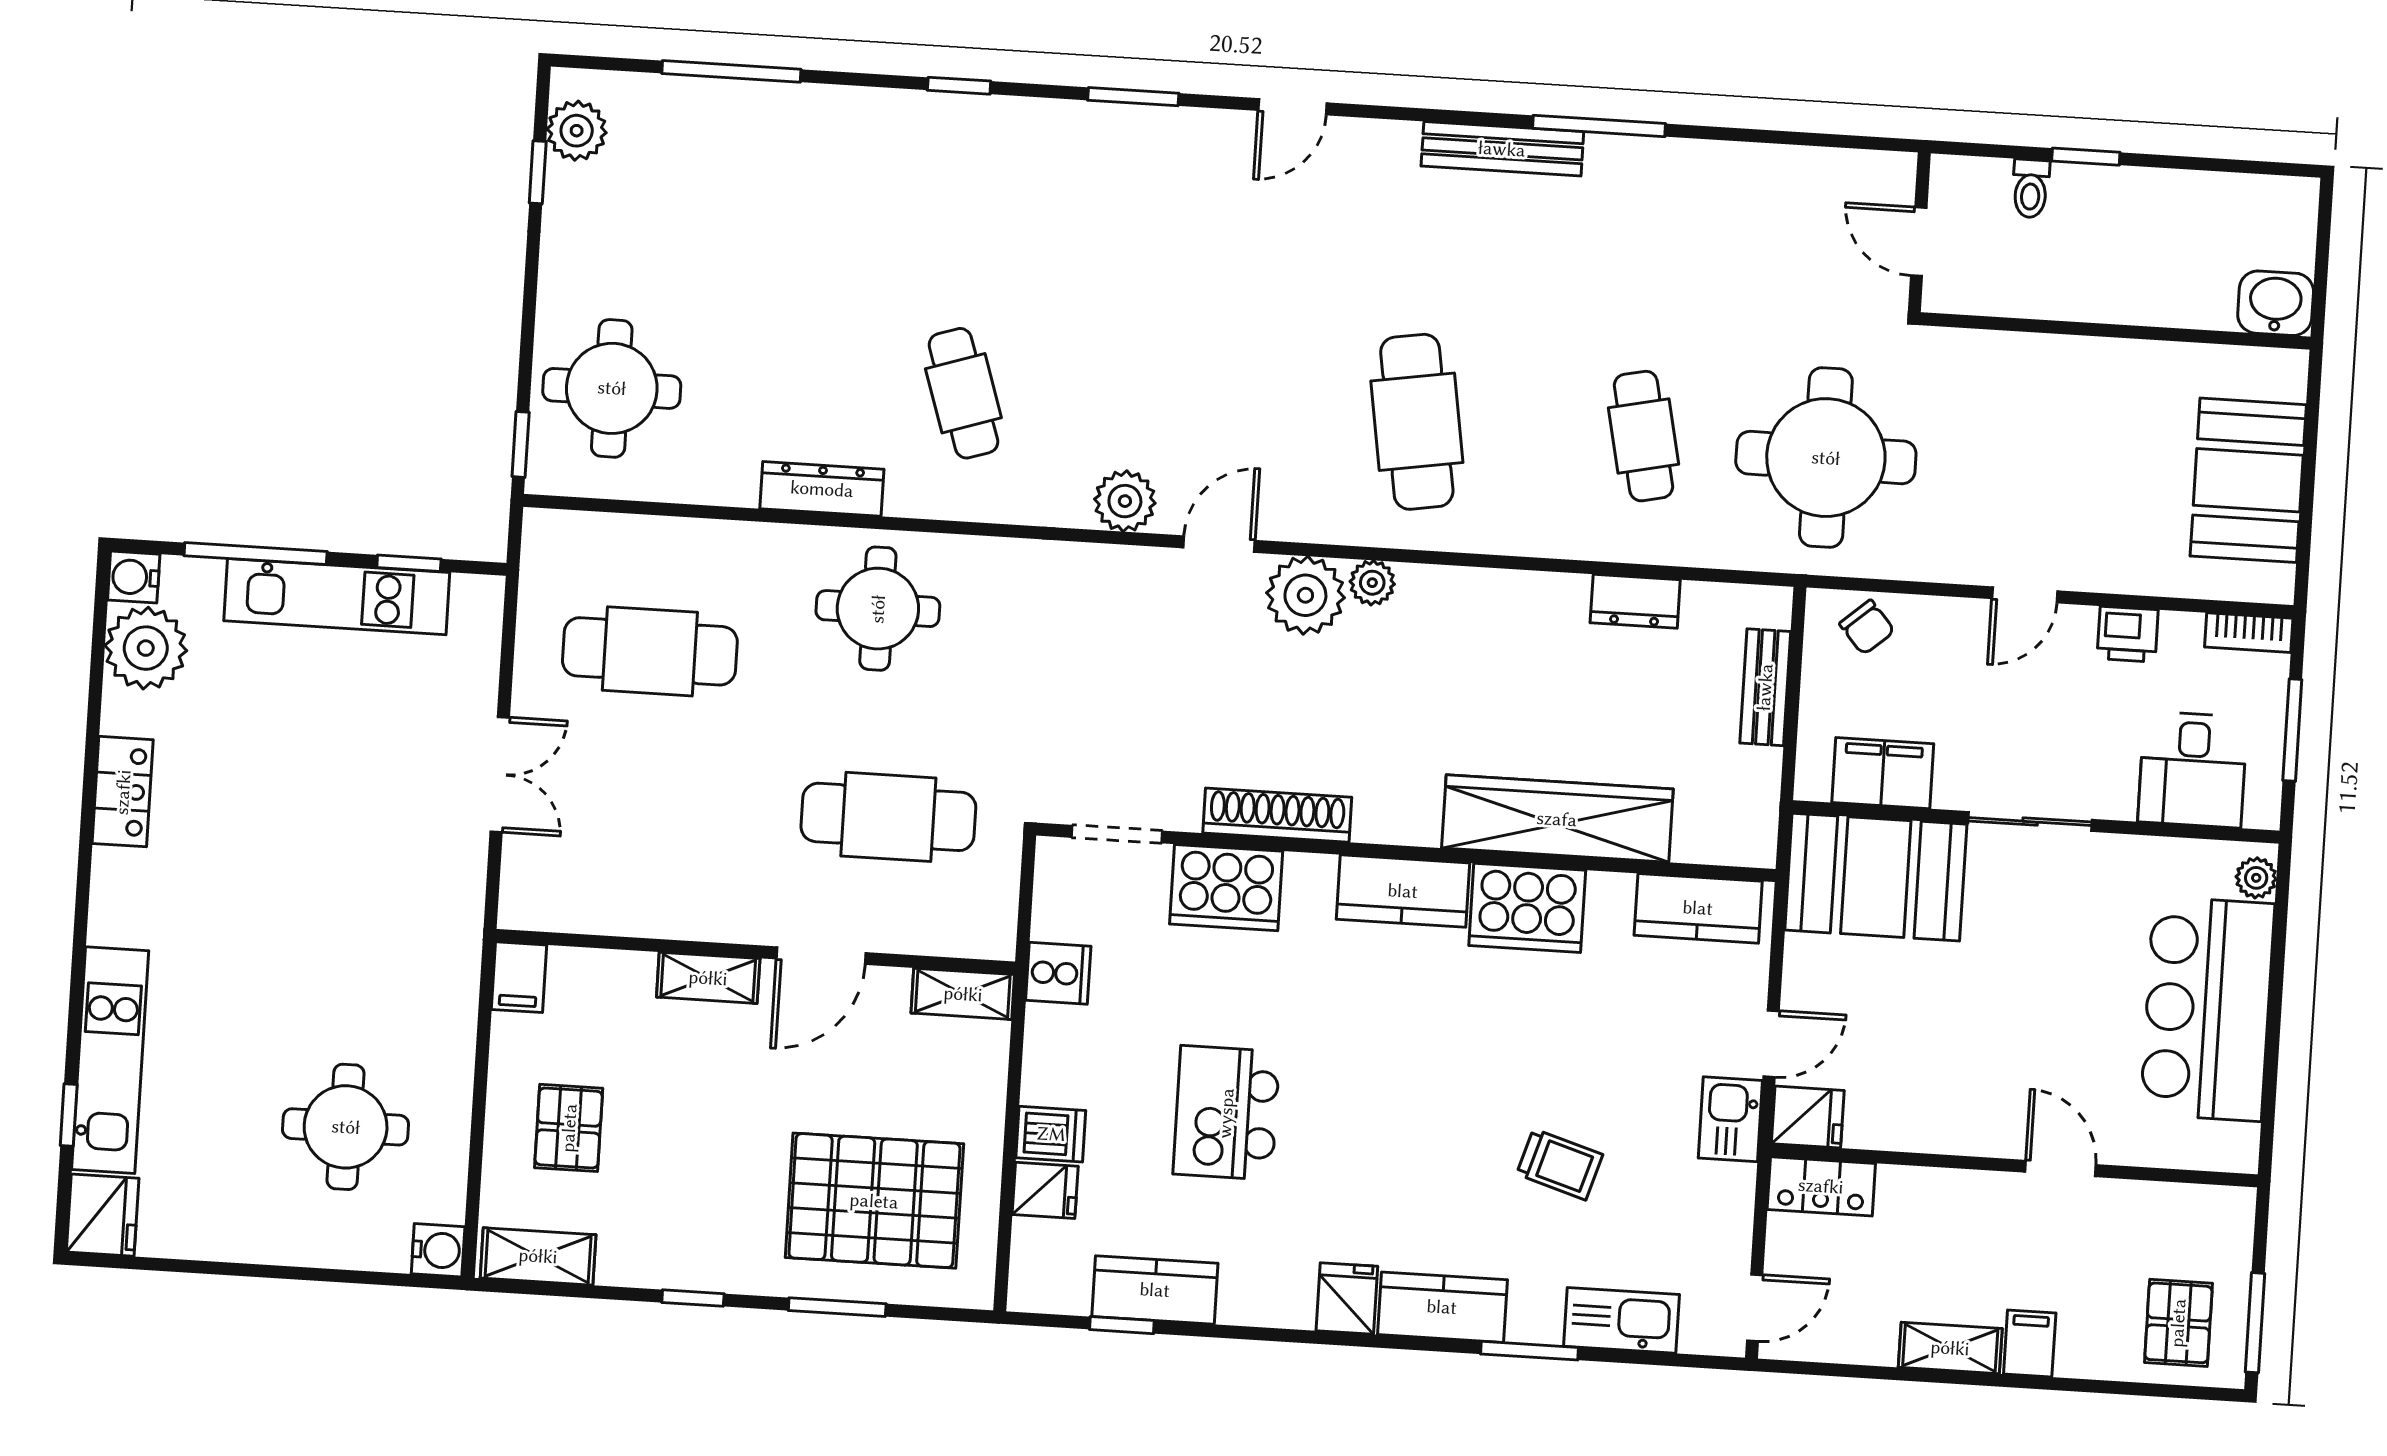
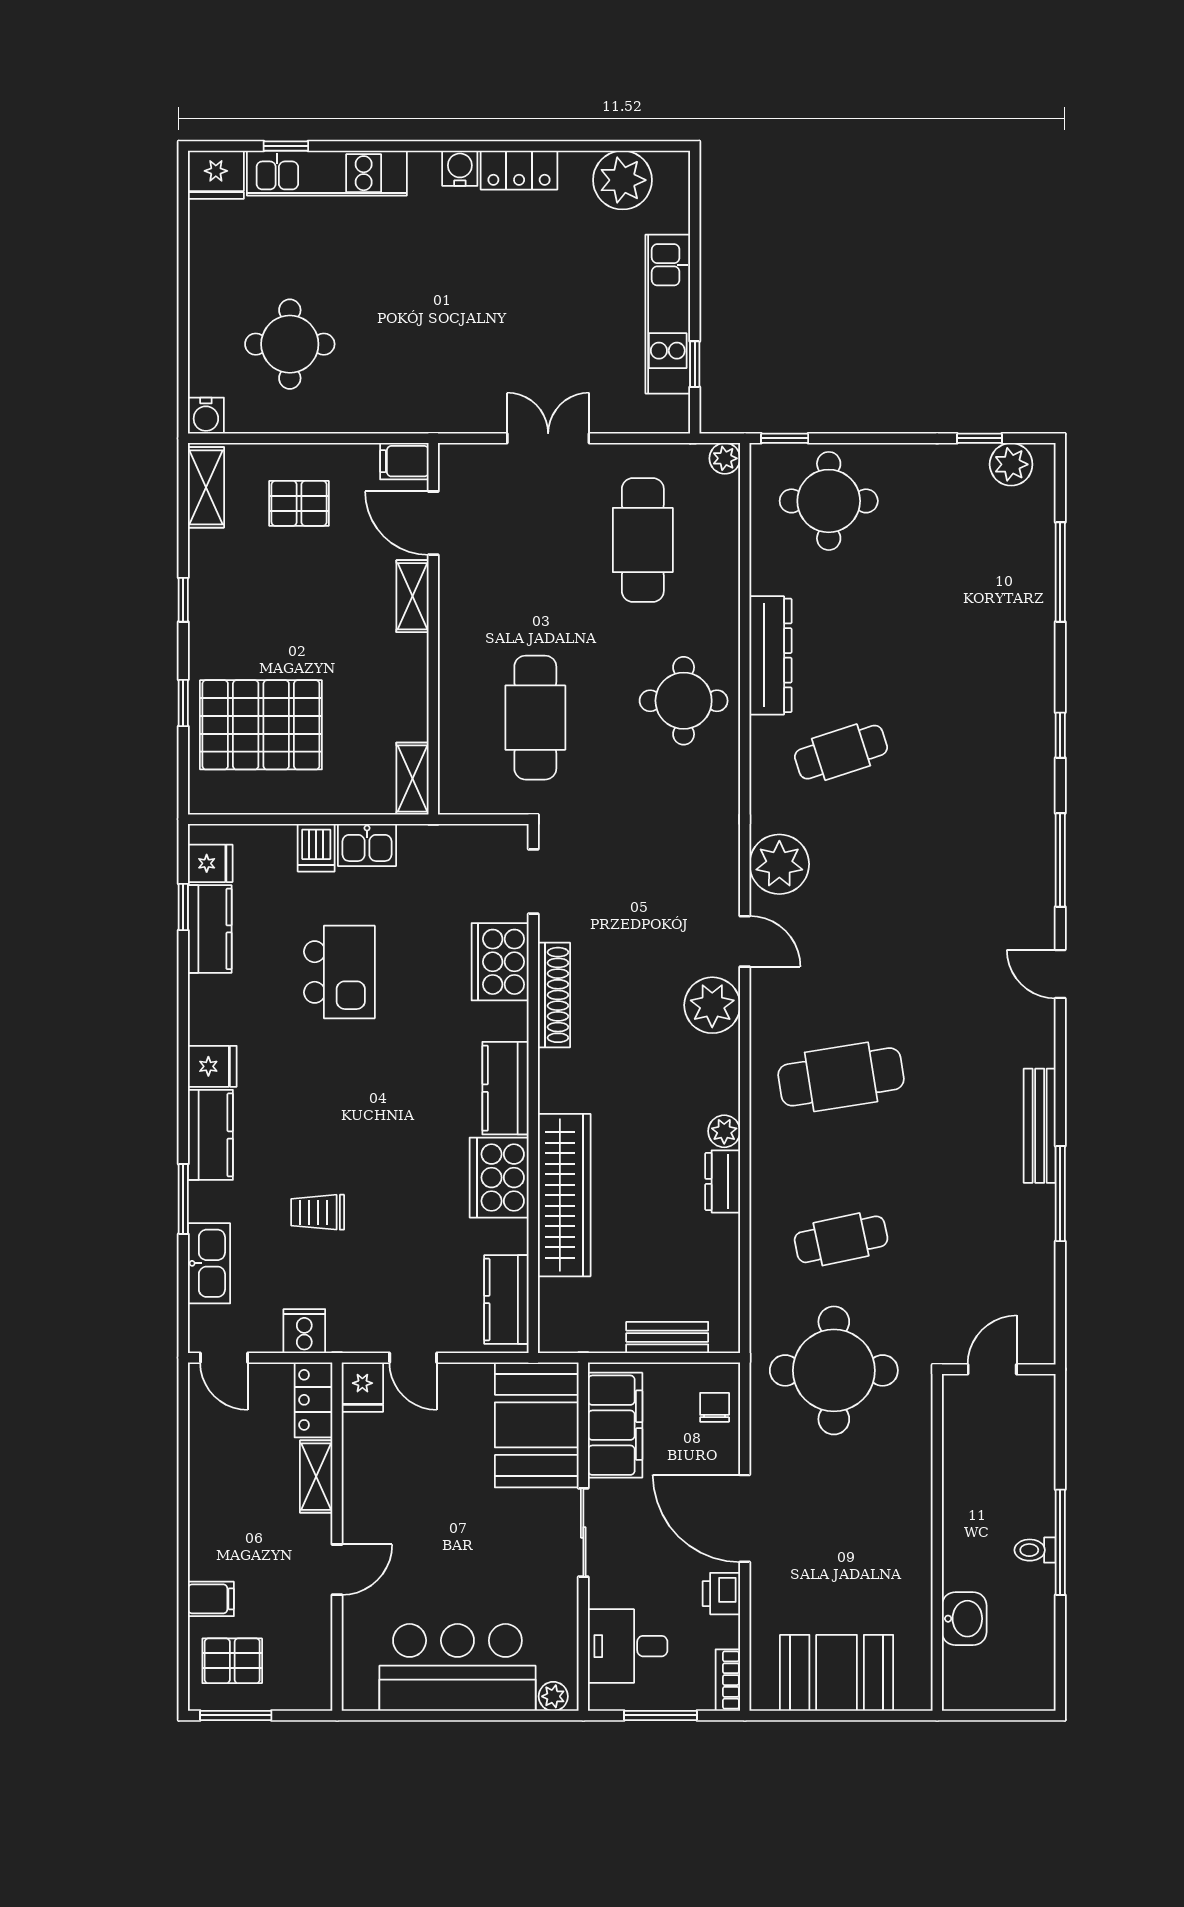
window: (1133, 97) -> (1060, 860), width x1.44
window: (2086, 157) -> (1060, 1542), width x2.17
toilet: (2031, 189) -> (1035, 1550), moved
wall: (1919, 232) -> (999, 1369), moved
door: (1919, 242) -> (992, 1369), moved
washbasin: (2276, 303) -> (964, 1619), moved
dresser: (822, 489) -> (771, 655), width x1.37, depth x1.24
plant: (1125, 501) -> (779, 864), width x1.36, depth x1.36
plant: (543, 530) -> (725, 458), added
window: (256, 554) -> (695, 254), removed
water cooler: (134, 577) -> (460, 168), moved
plant: (1372, 583) -> (724, 1131), moved
door: (2025, 595) -> (745, 1518), width x1.87
dresser: (1635, 601) -> (723, 1181), moved
chair: (1867, 627) -> (715, 1407), turned 131
filing cabinet: (1883, 773) -> (615, 1425), width x1.50, depth x1.17
double door: (500, 775) -> (548, 438), swing flipped
door: (821, 956) -> (433, 523), moved
cooker: (1058, 973) -> (304, 1331), moved, turned 180
kitchen island: (1226, 1113) -> (339, 972), turned 90
kitchen sink: (1730, 1119) -> (367, 845), moved, turned 180
trolley: (1560, 1164) -> (318, 1212), turned 73
fridge: (1045, 1190) -> (210, 863), moved, turned -90
pallet: (874, 1201) -> (261, 725), turned 90
window: (837, 1307) -> (183, 703), width x0.67
filing cabinet: (2030, 1343) -> (211, 1599), moved
shelving: (1950, 1348) -> (316, 1477), moved

